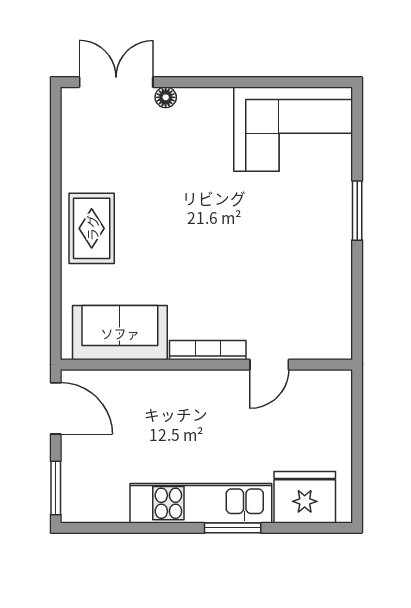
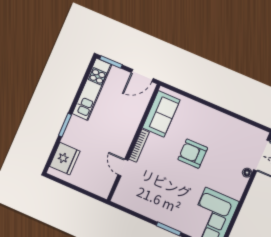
rug: (92, 228) -> (207, 120), removed
armchair: (175, 229) -> (193, 154), added
kitchen unit: (201, 503) -> (92, 89), moved

